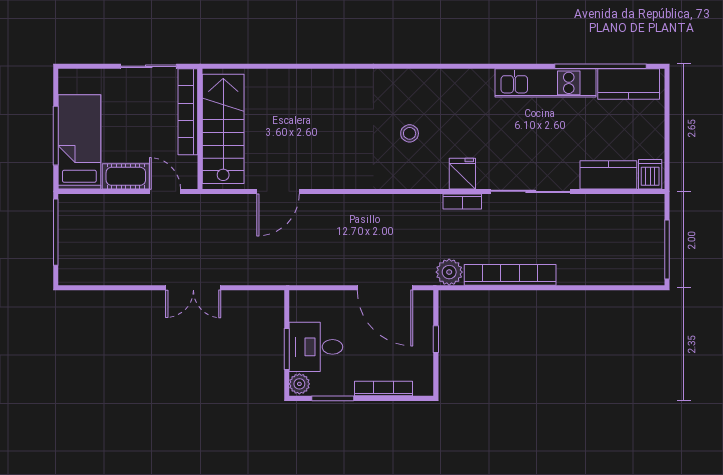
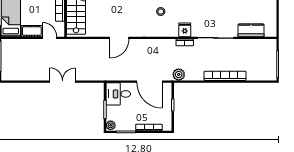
dishwasher: (650, 174) -> (270, 30), removed
door: (278, 191) -> (119, 38), moved
bookcase: (510, 275) -> (225, 76), moved
double door: (193, 288) -> (63, 82), swing flipped
desk: (316, 347) -> (118, 94), moved

